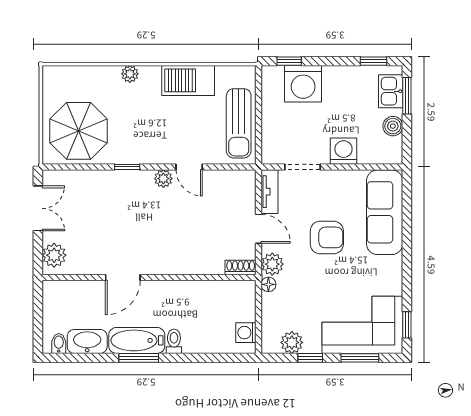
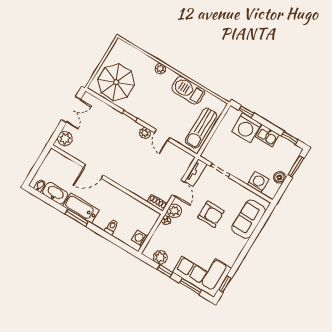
kitchen sink: (391, 91) -> (267, 136), moved, turned -90
washing machine: (344, 151) -> (258, 182), moved
sofa: (385, 212) -> (248, 219), width x0.73
toilet: (174, 341) -> (111, 227), moved

